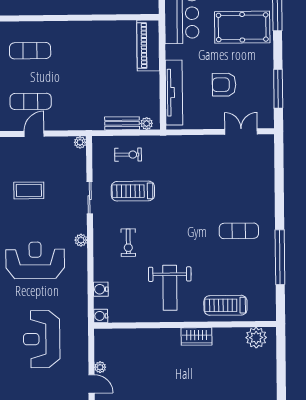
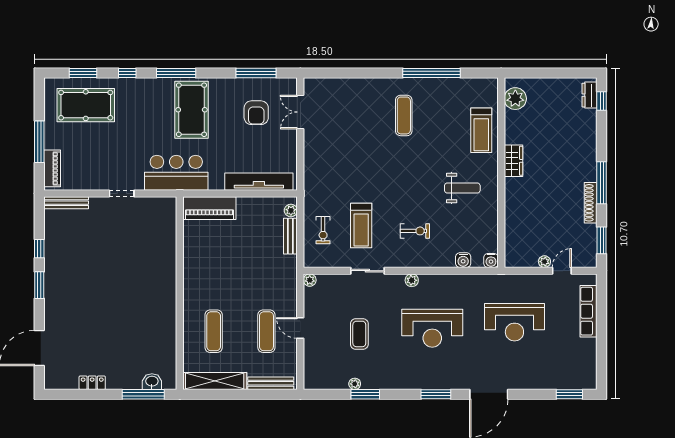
armchair: (224, 85) -> (256, 113), moved
exercise bike: (128, 155) -> (323, 230), turned 180
reception desk: (35, 260) -> (432, 328), turned -90
weight bench: (170, 288) -> (462, 188), width x0.73, depth x0.75

